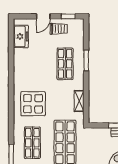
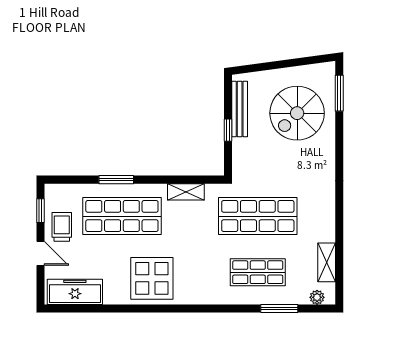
freezer: (21, 36) -> (75, 292), width x1.40
shop shelf: (65, 64) -> (122, 216), width x1.43, depth x1.36
display table: (33, 104) -> (152, 278), moved

